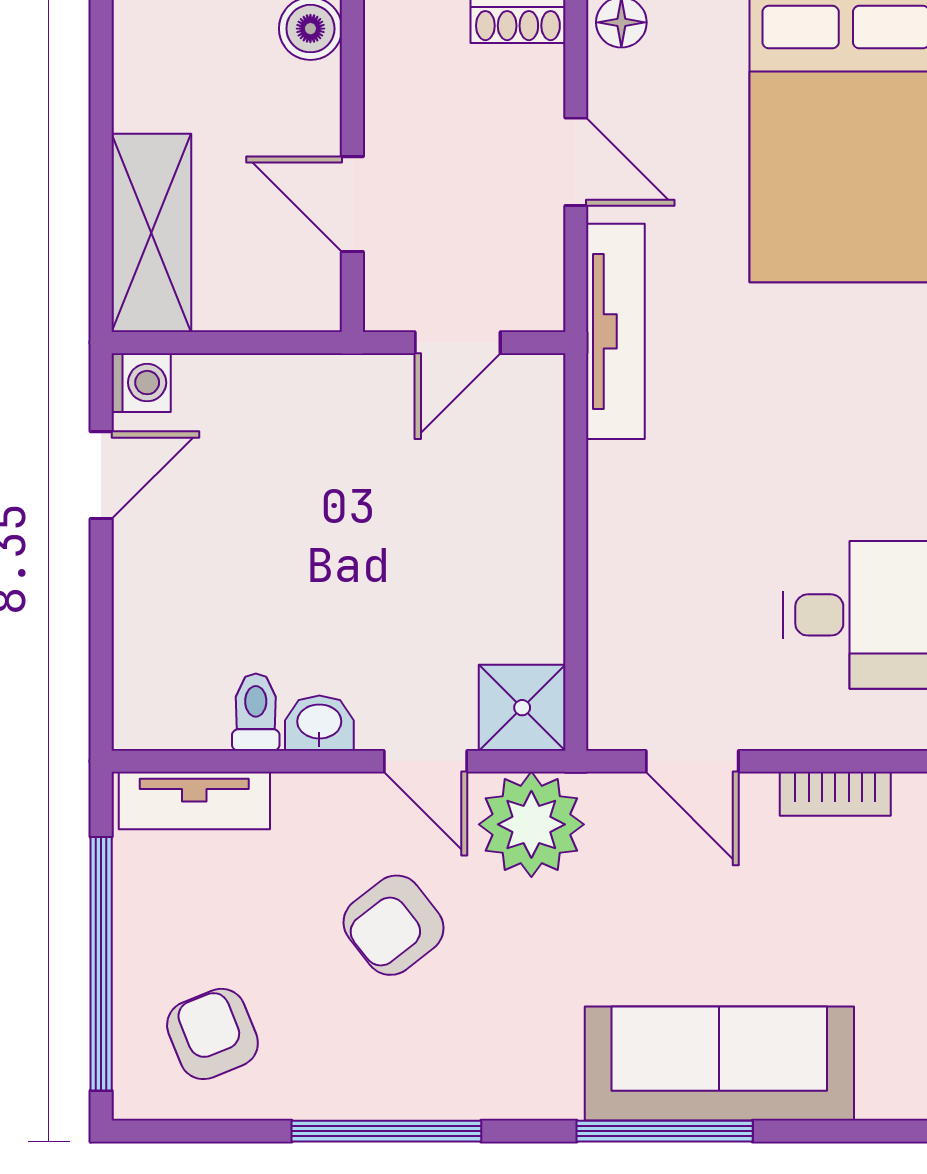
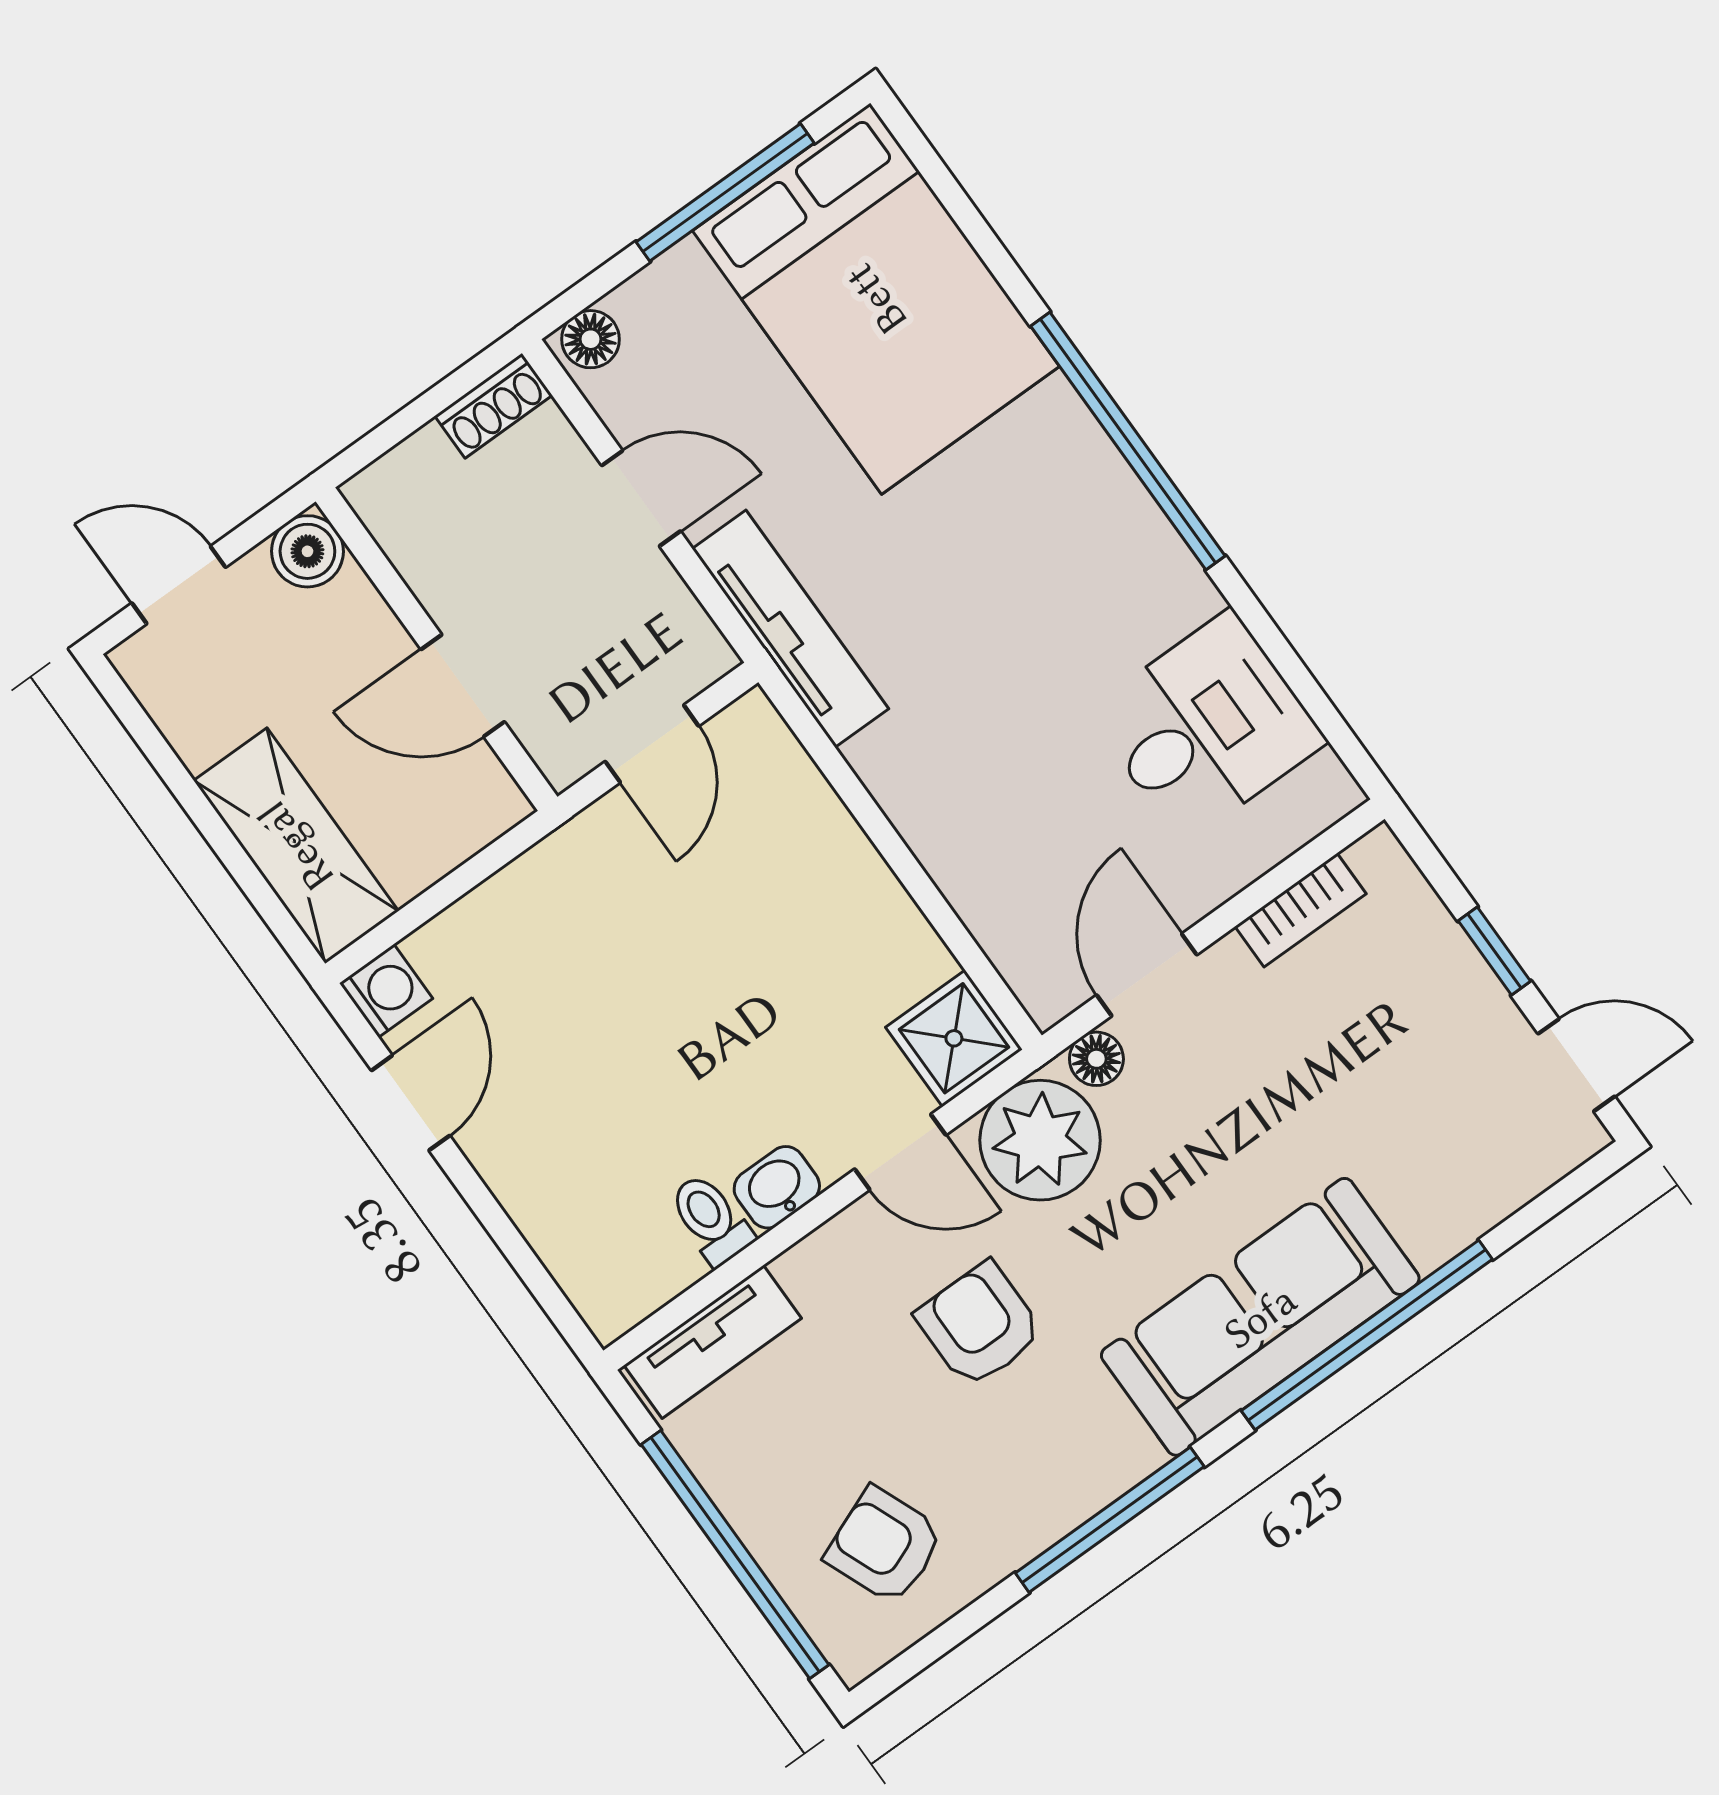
door: (692, 761) -> (1147, 975), swing flipped
floor lamp: (613, 795) -> (1096, 1059), added
armchair: (393, 925) -> (979, 1325), turned 128
sofa: (719, 1063) -> (1260, 1317), moved
window: (665, 1131) -> (1367, 1335), width x1.46

